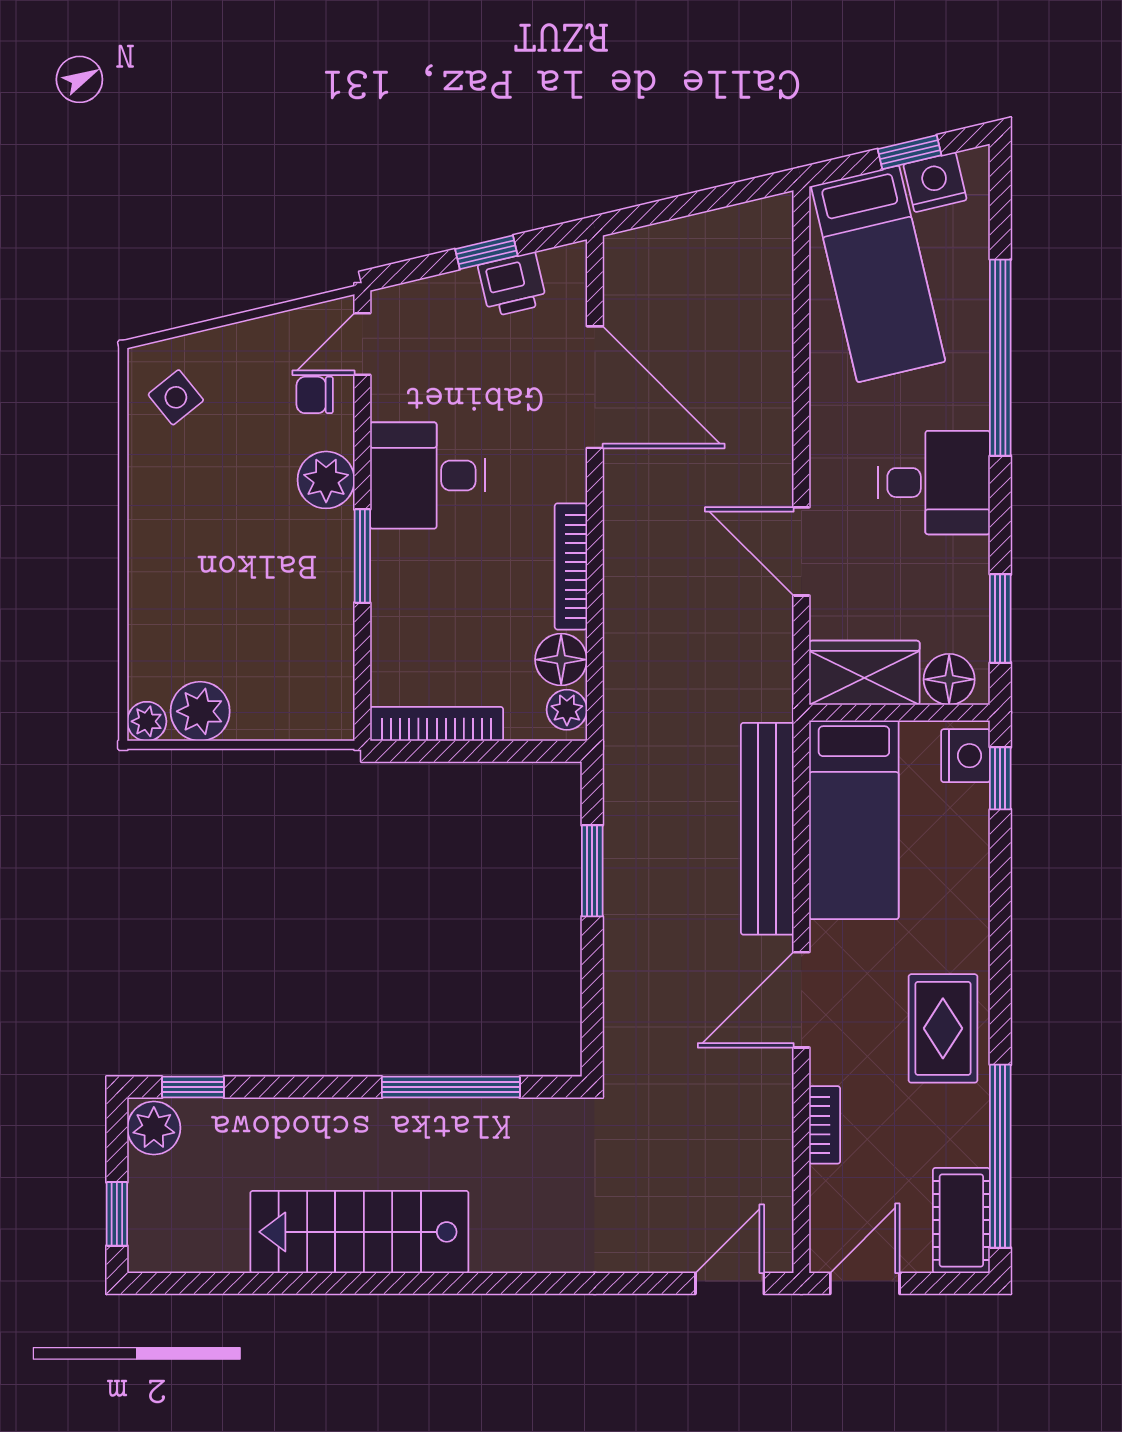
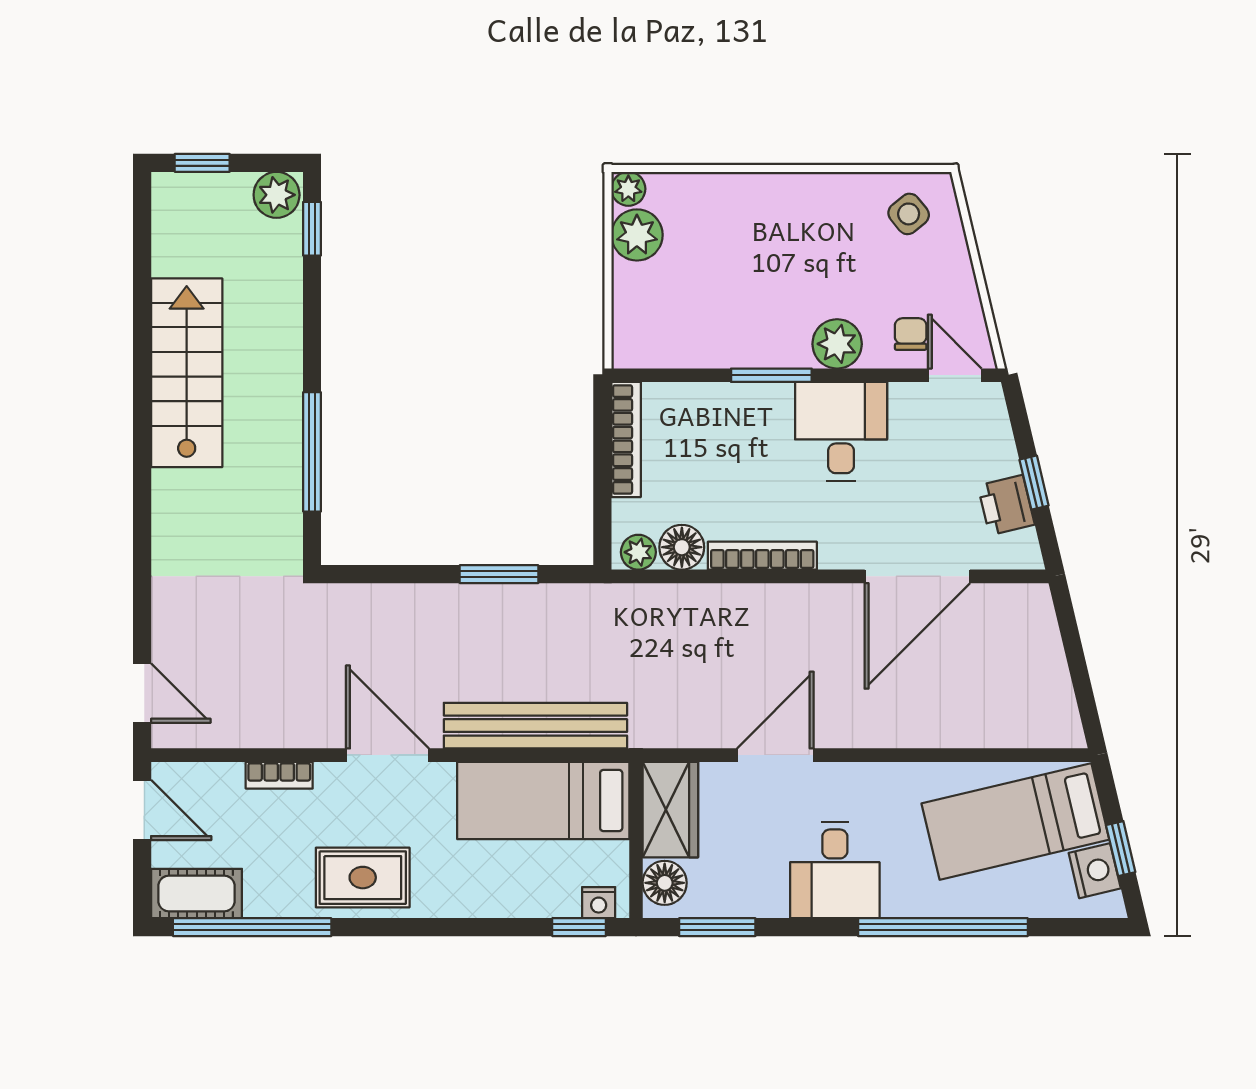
nightstand: (966, 756) -> (599, 903), width x0.72, depth x0.74

